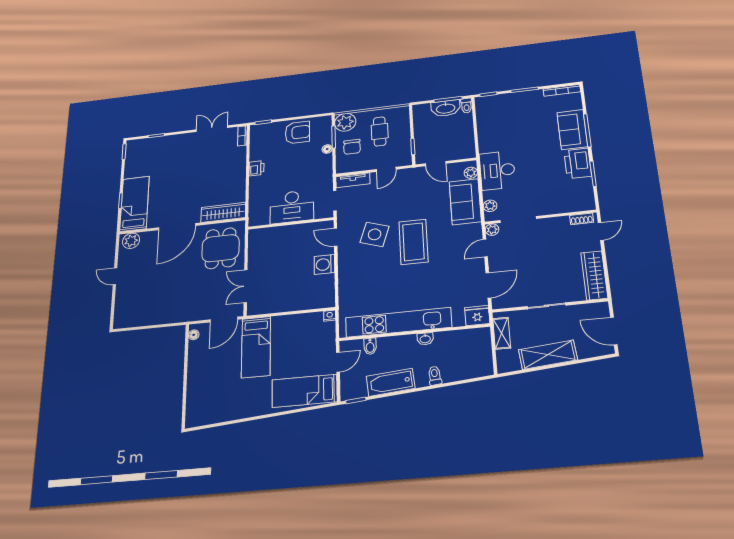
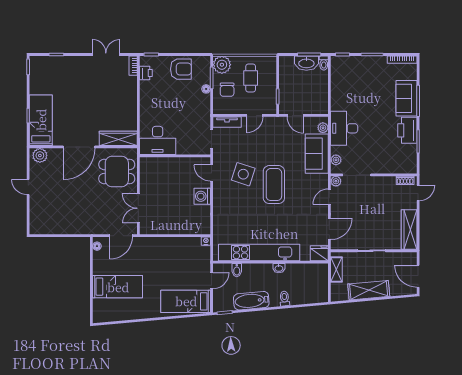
printer: (256, 168) -> (146, 73), moved
desk: (292, 207) -> (158, 140), moved
dining table: (221, 248) -> (117, 172), turned 90
bed: (256, 347) -> (118, 287), moved, turned -90

